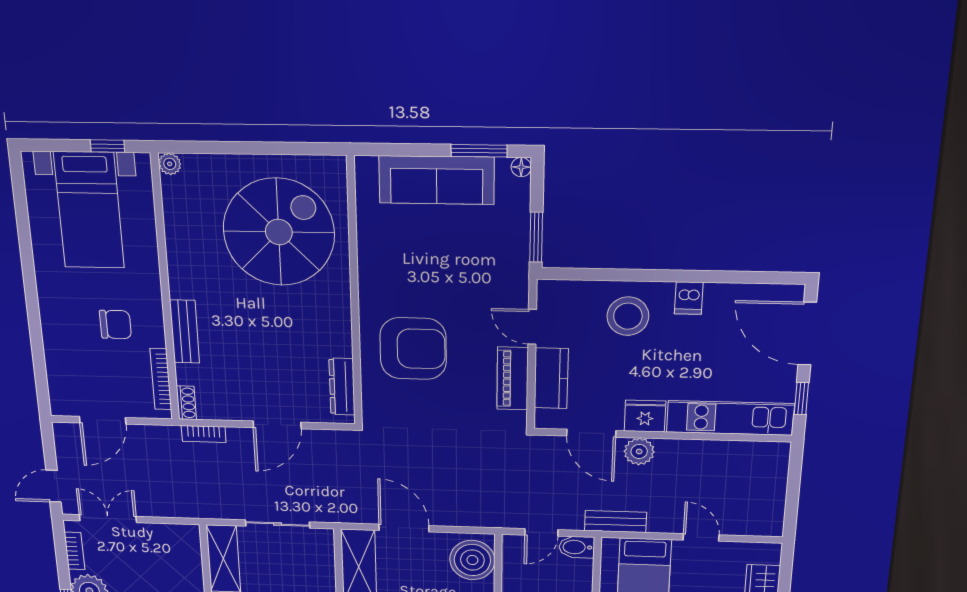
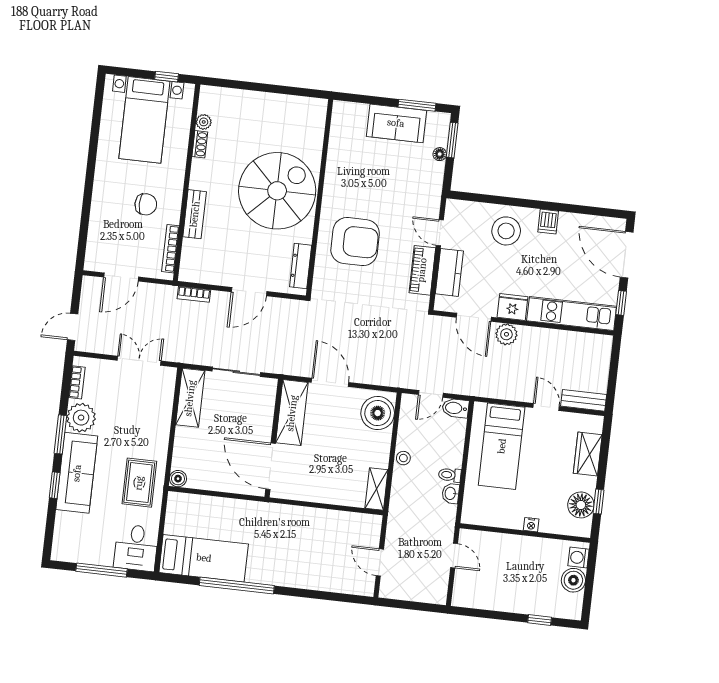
plant: (170, 164) -> (204, 122), moved
floor lamp: (521, 167) -> (440, 154), moved
sofa: (437, 180) -> (396, 123), width x0.73
spiral stairs: (279, 232) -> (277, 191), moved
window: (536, 237) -> (452, 140), moved
shoe rack: (186, 403) -> (200, 144), moved
double door: (108, 519) -> (139, 361), moved
bench: (615, 522) -> (584, 400), moved

